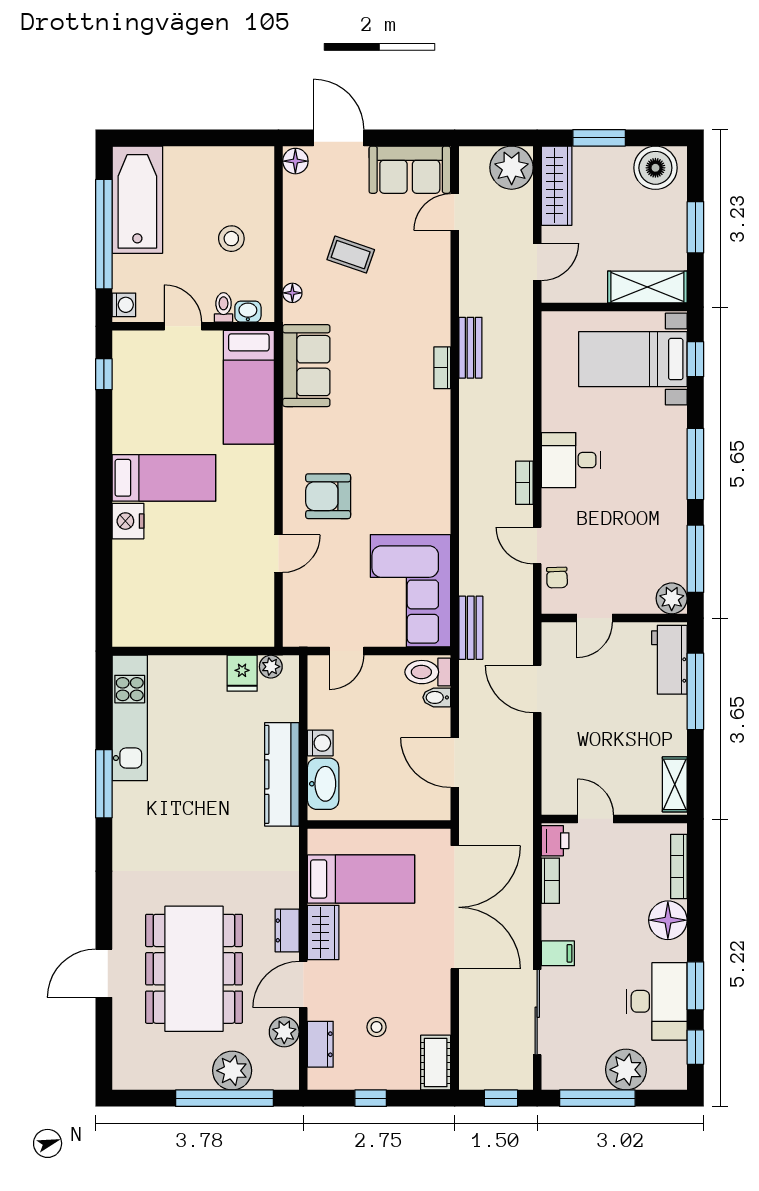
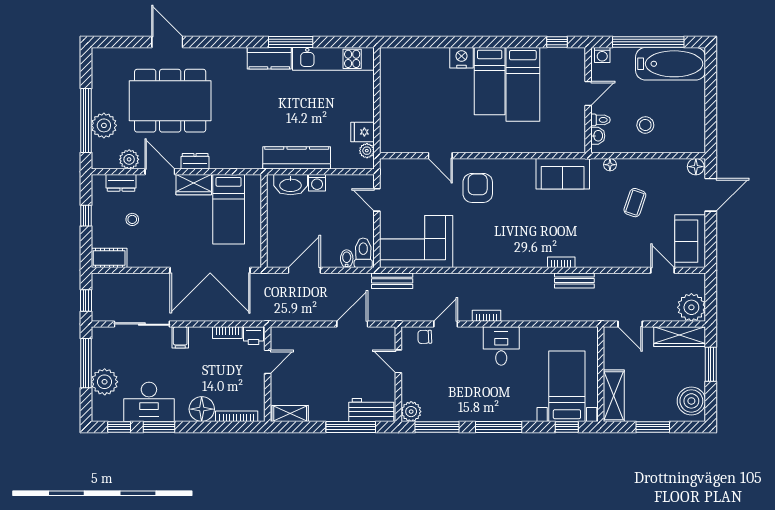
bed: (249, 387) -> (523, 84), moved, turned -90
kitchen counter: (129, 816) -> (269, 58), added

